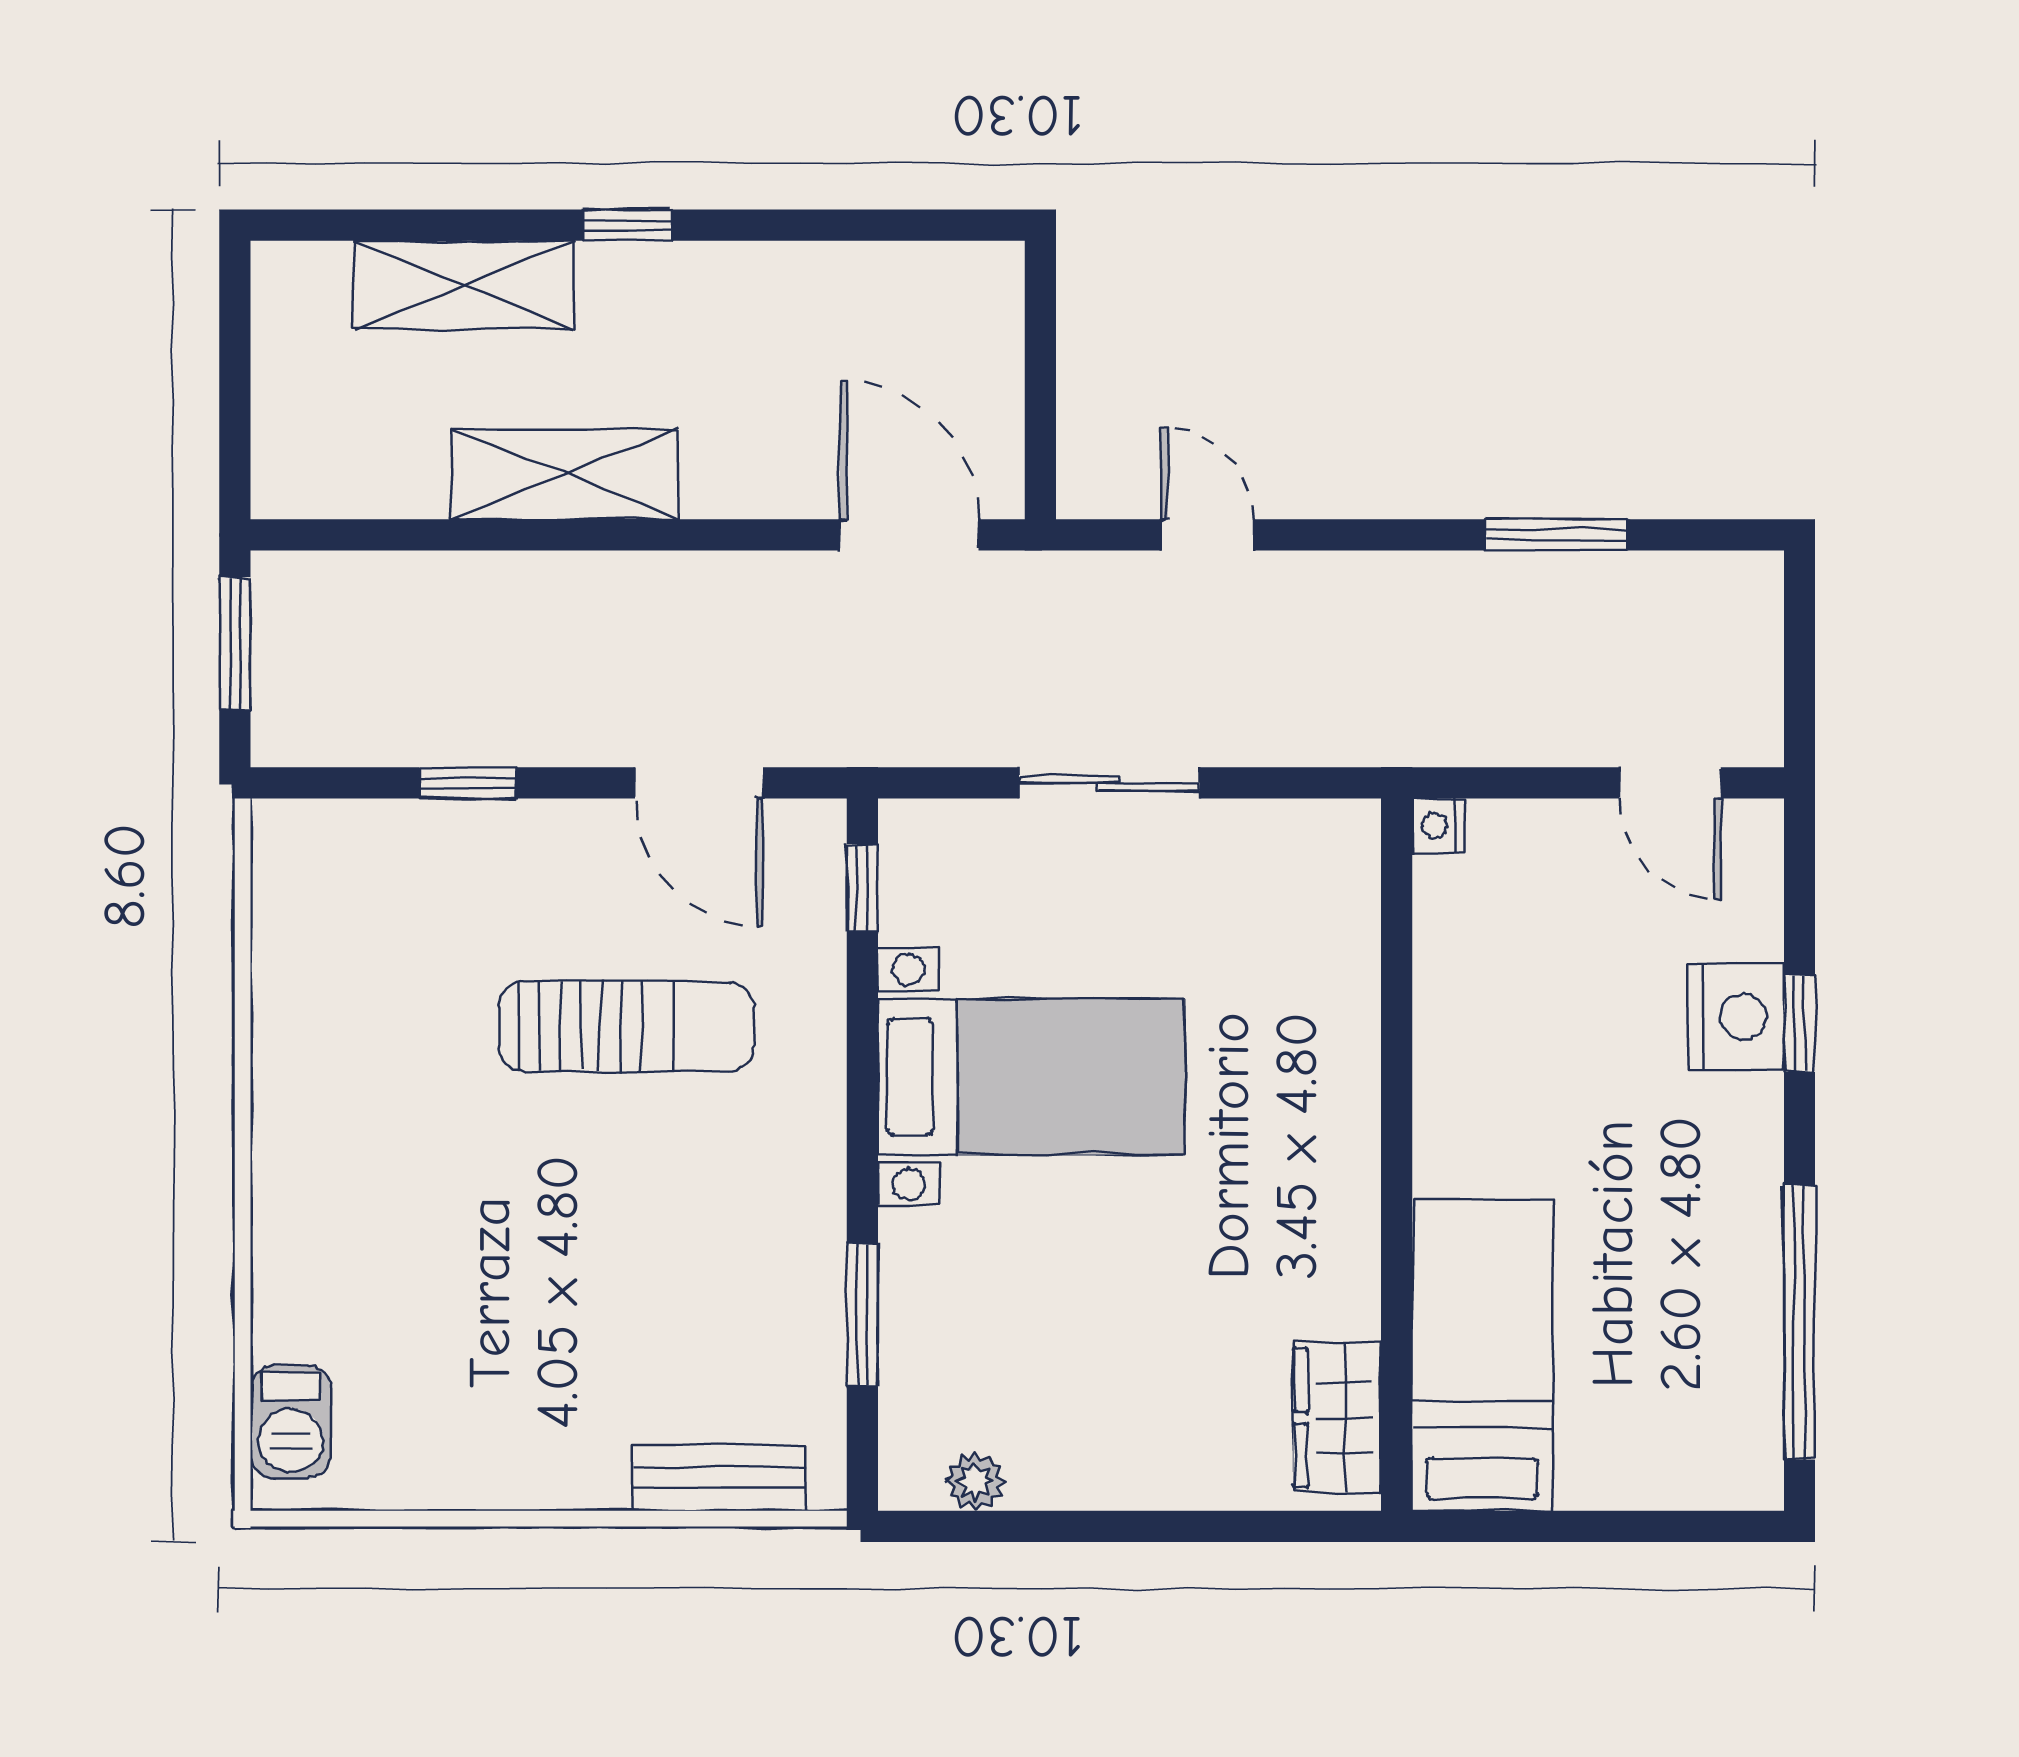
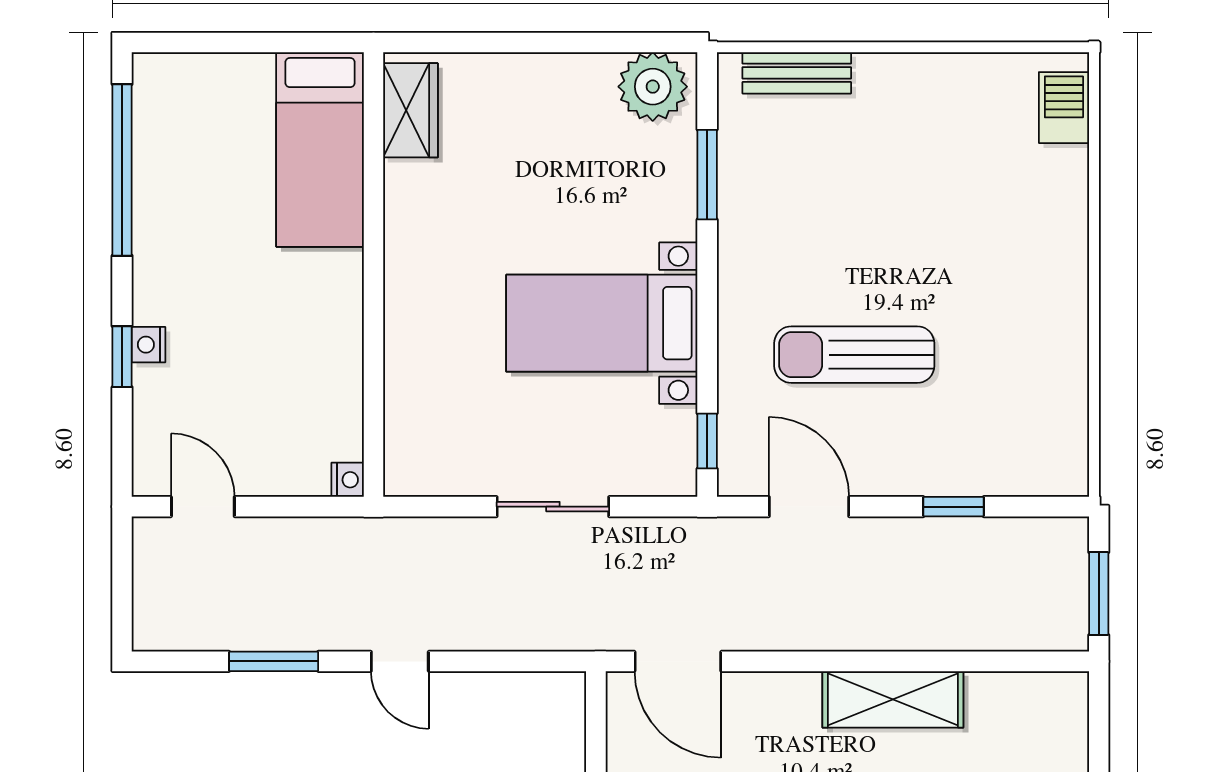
door: (1207, 535) -> (400, 661), moved
nightstand: (1736, 1017) -> (149, 345), width x0.53, depth x0.56
plant: (975, 1481) -> (653, 87), width x1.87, depth x1.87

